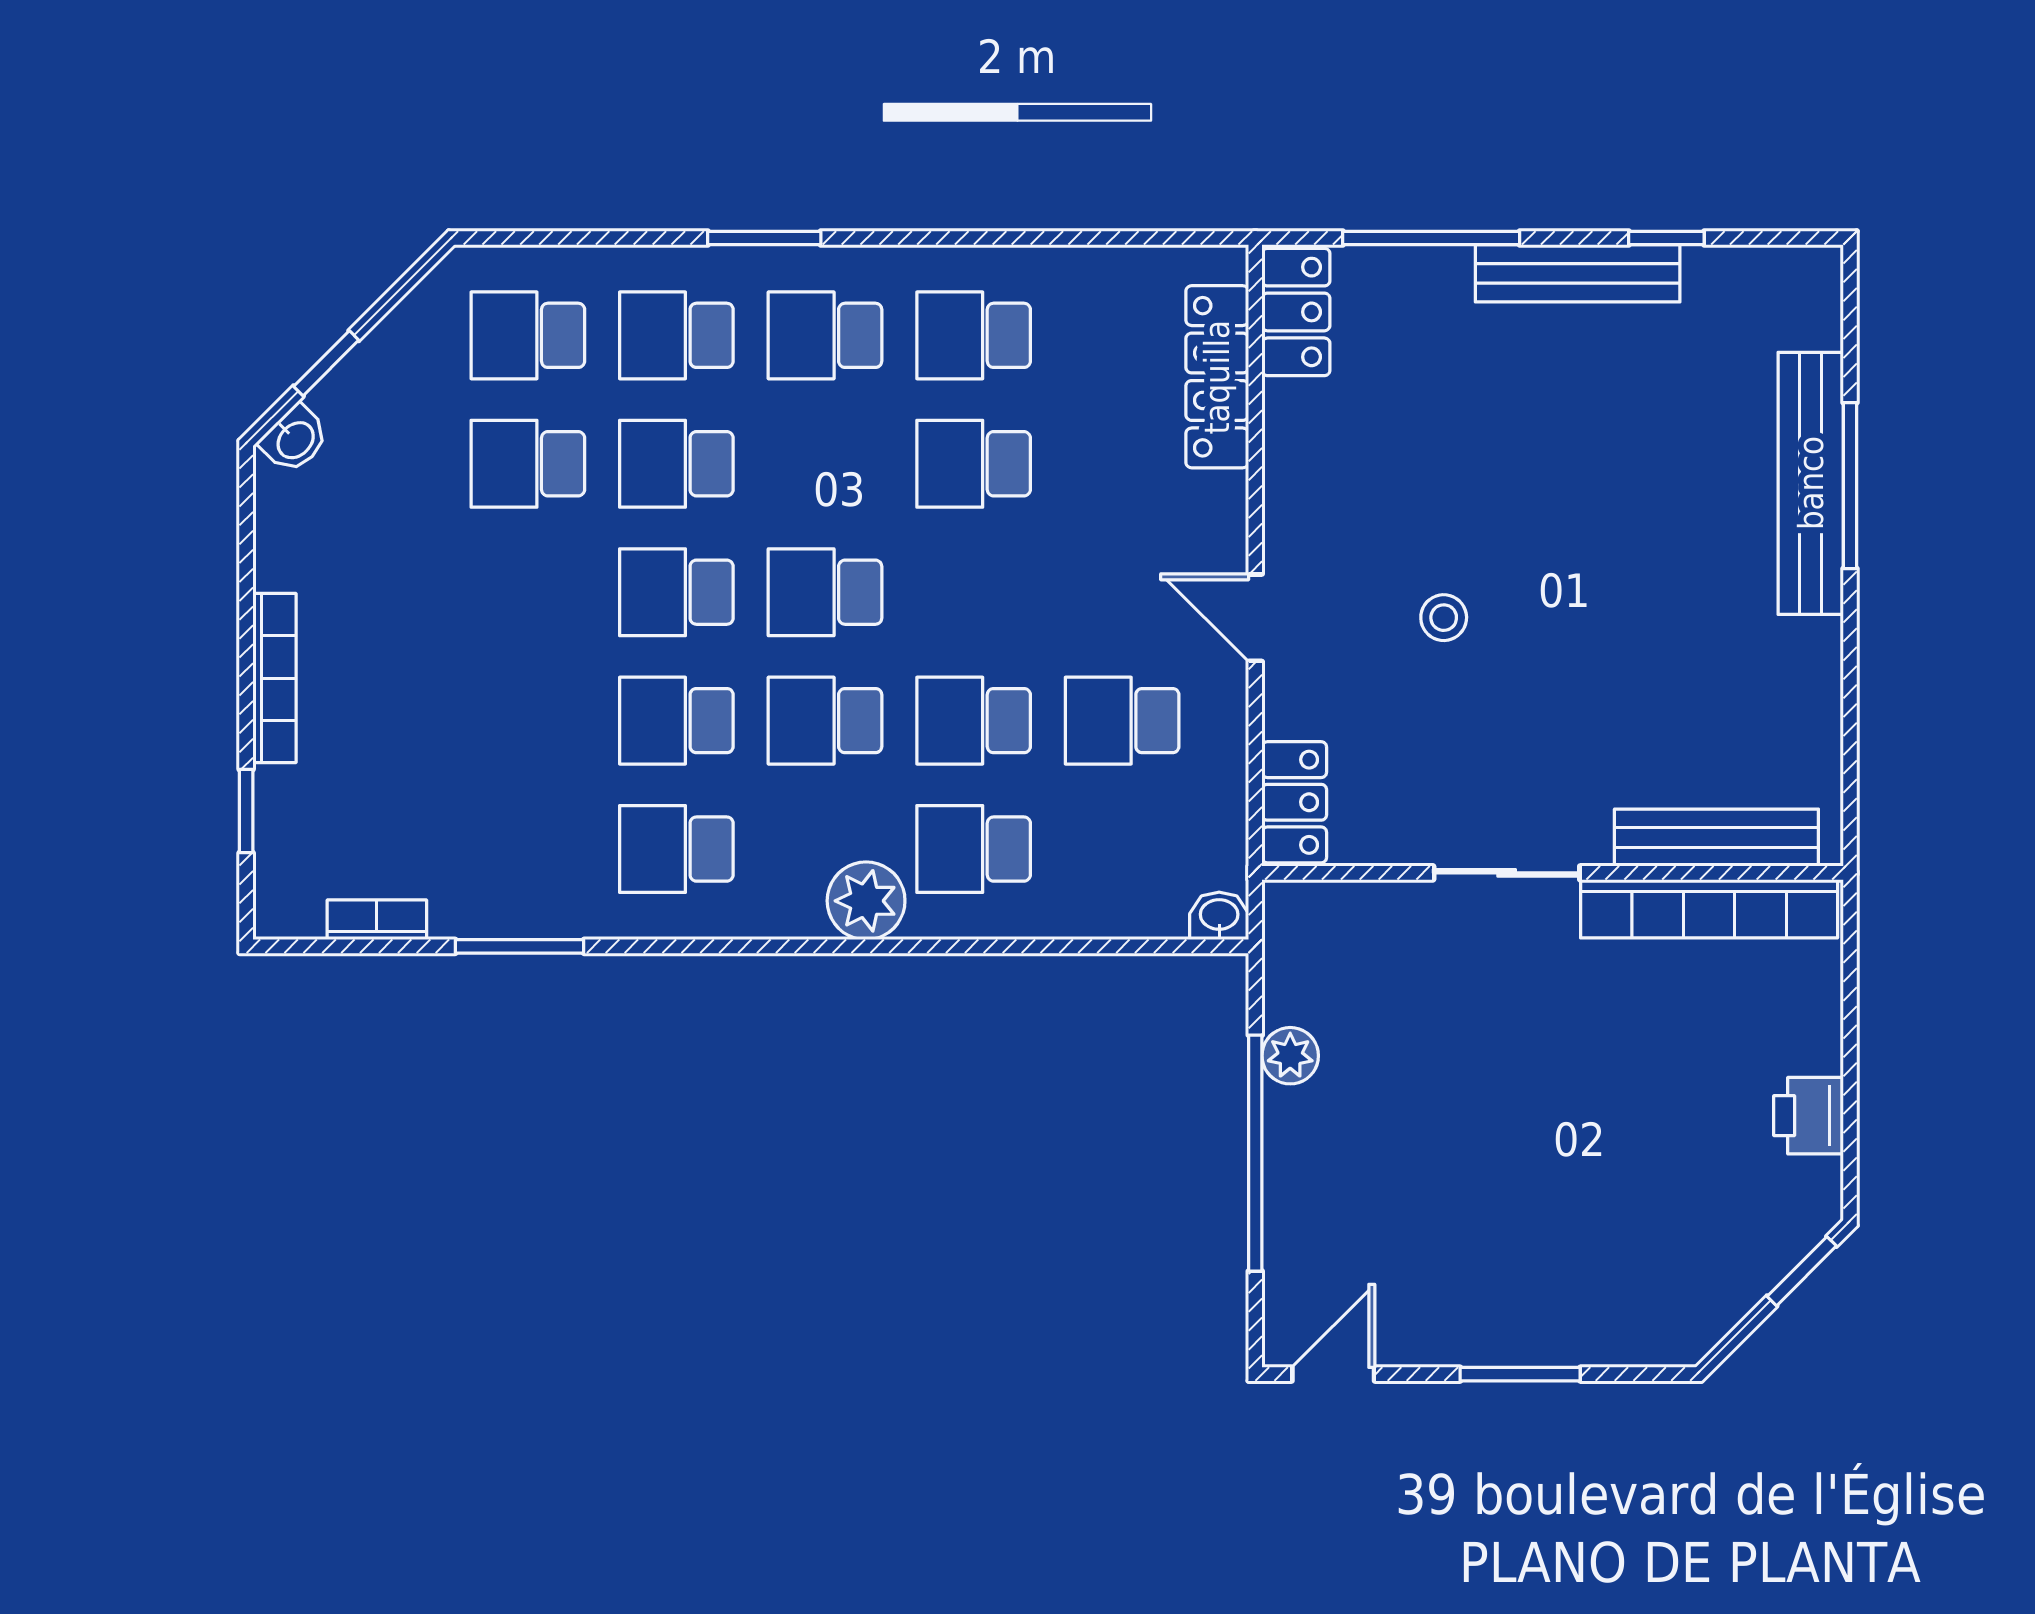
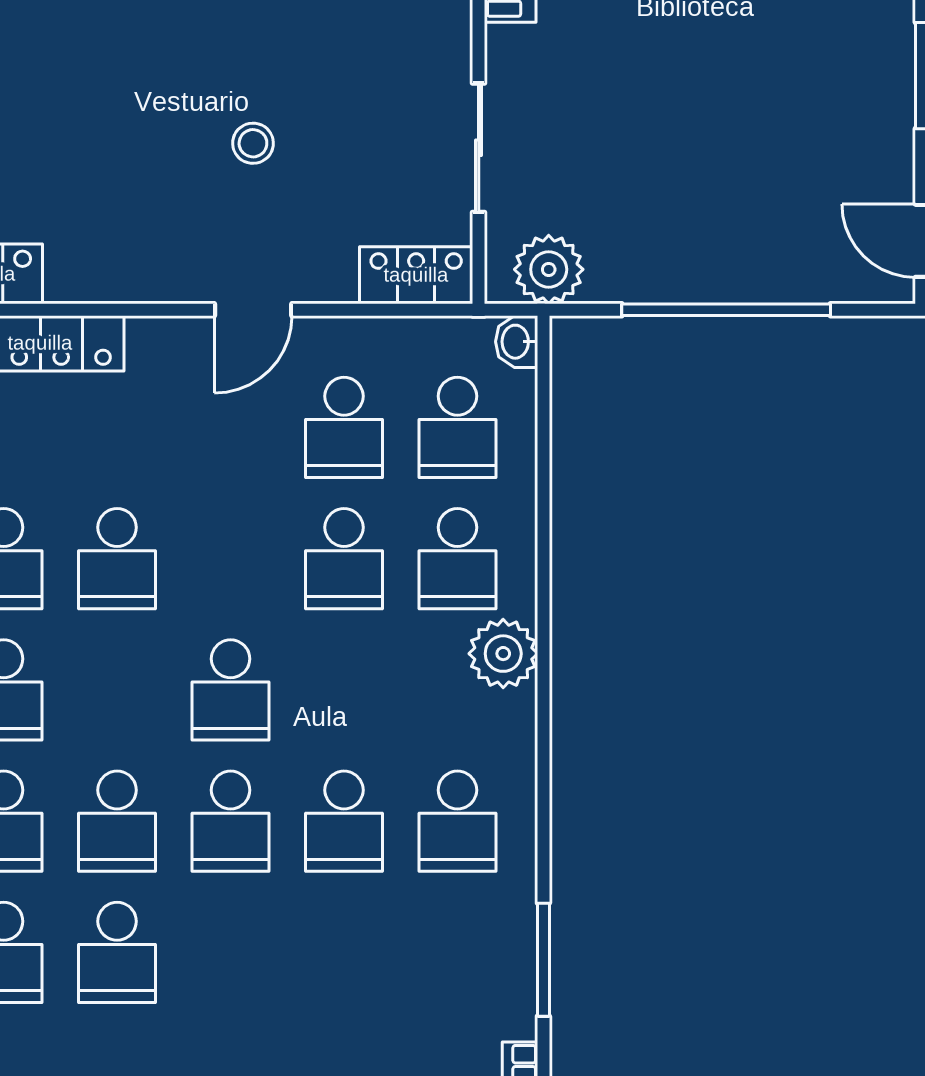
school desk: (825, 721) -> (457, 427), moved
sliding door: (1507, 873) -> (479, 148), moved
plant: (1290, 1056) -> (549, 269), moved, width x1.38, depth x1.38

